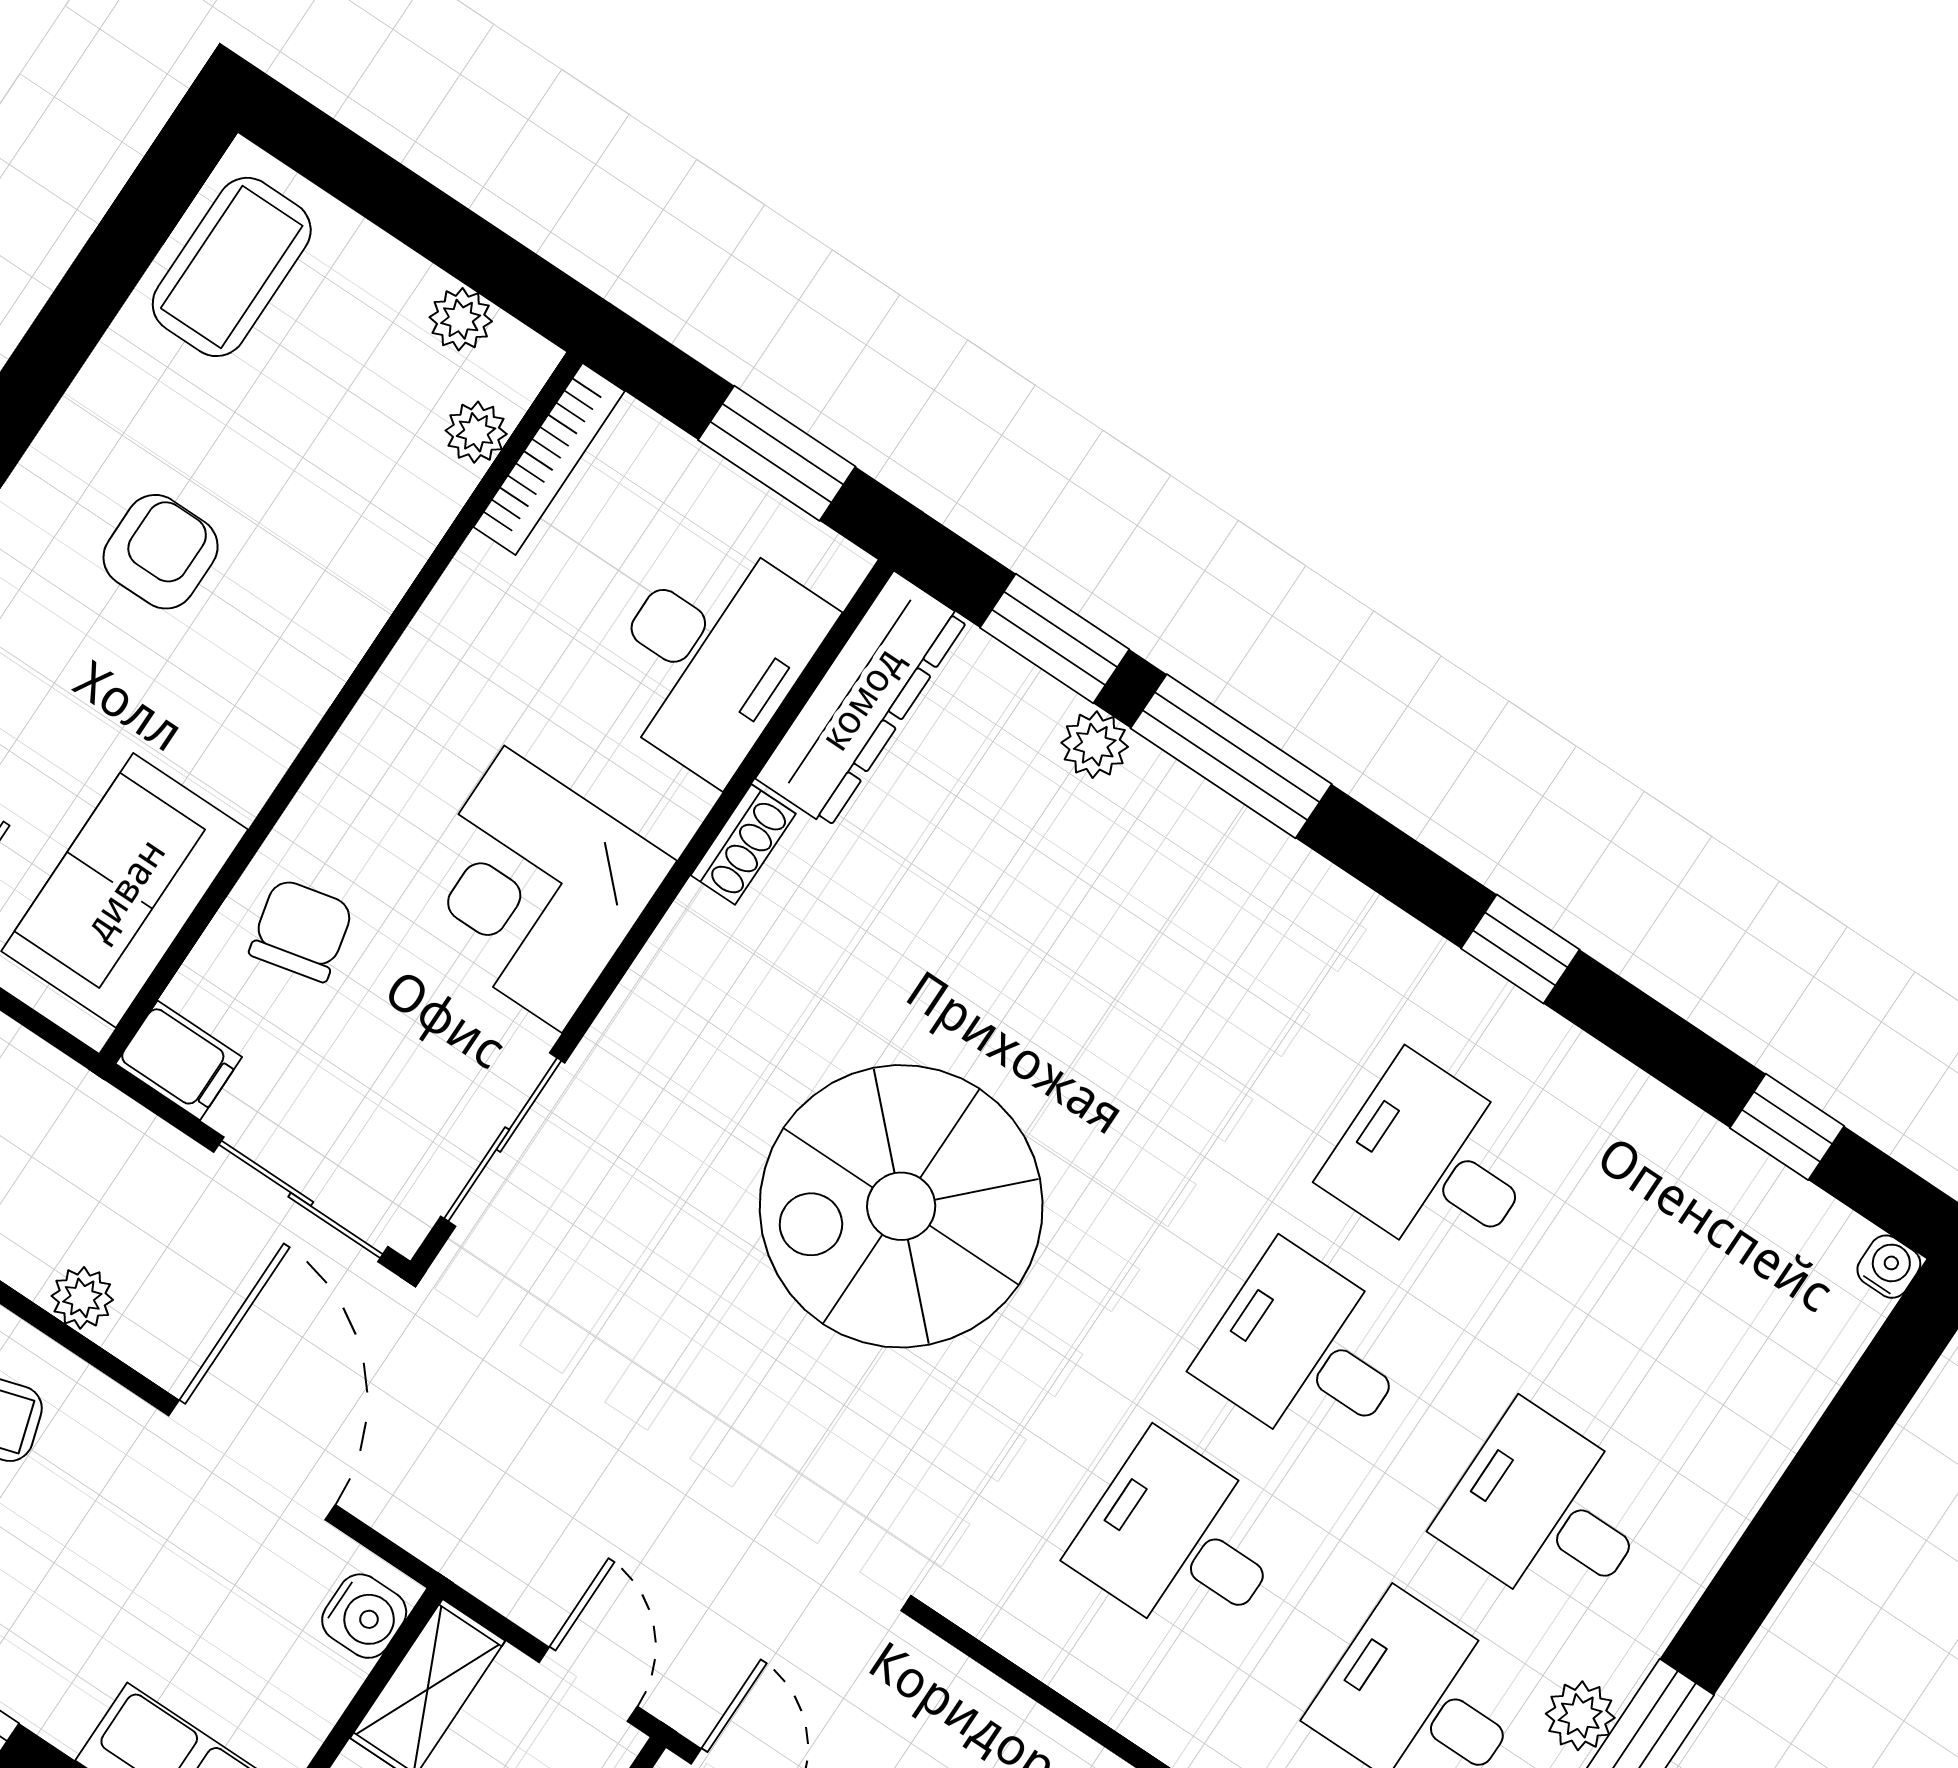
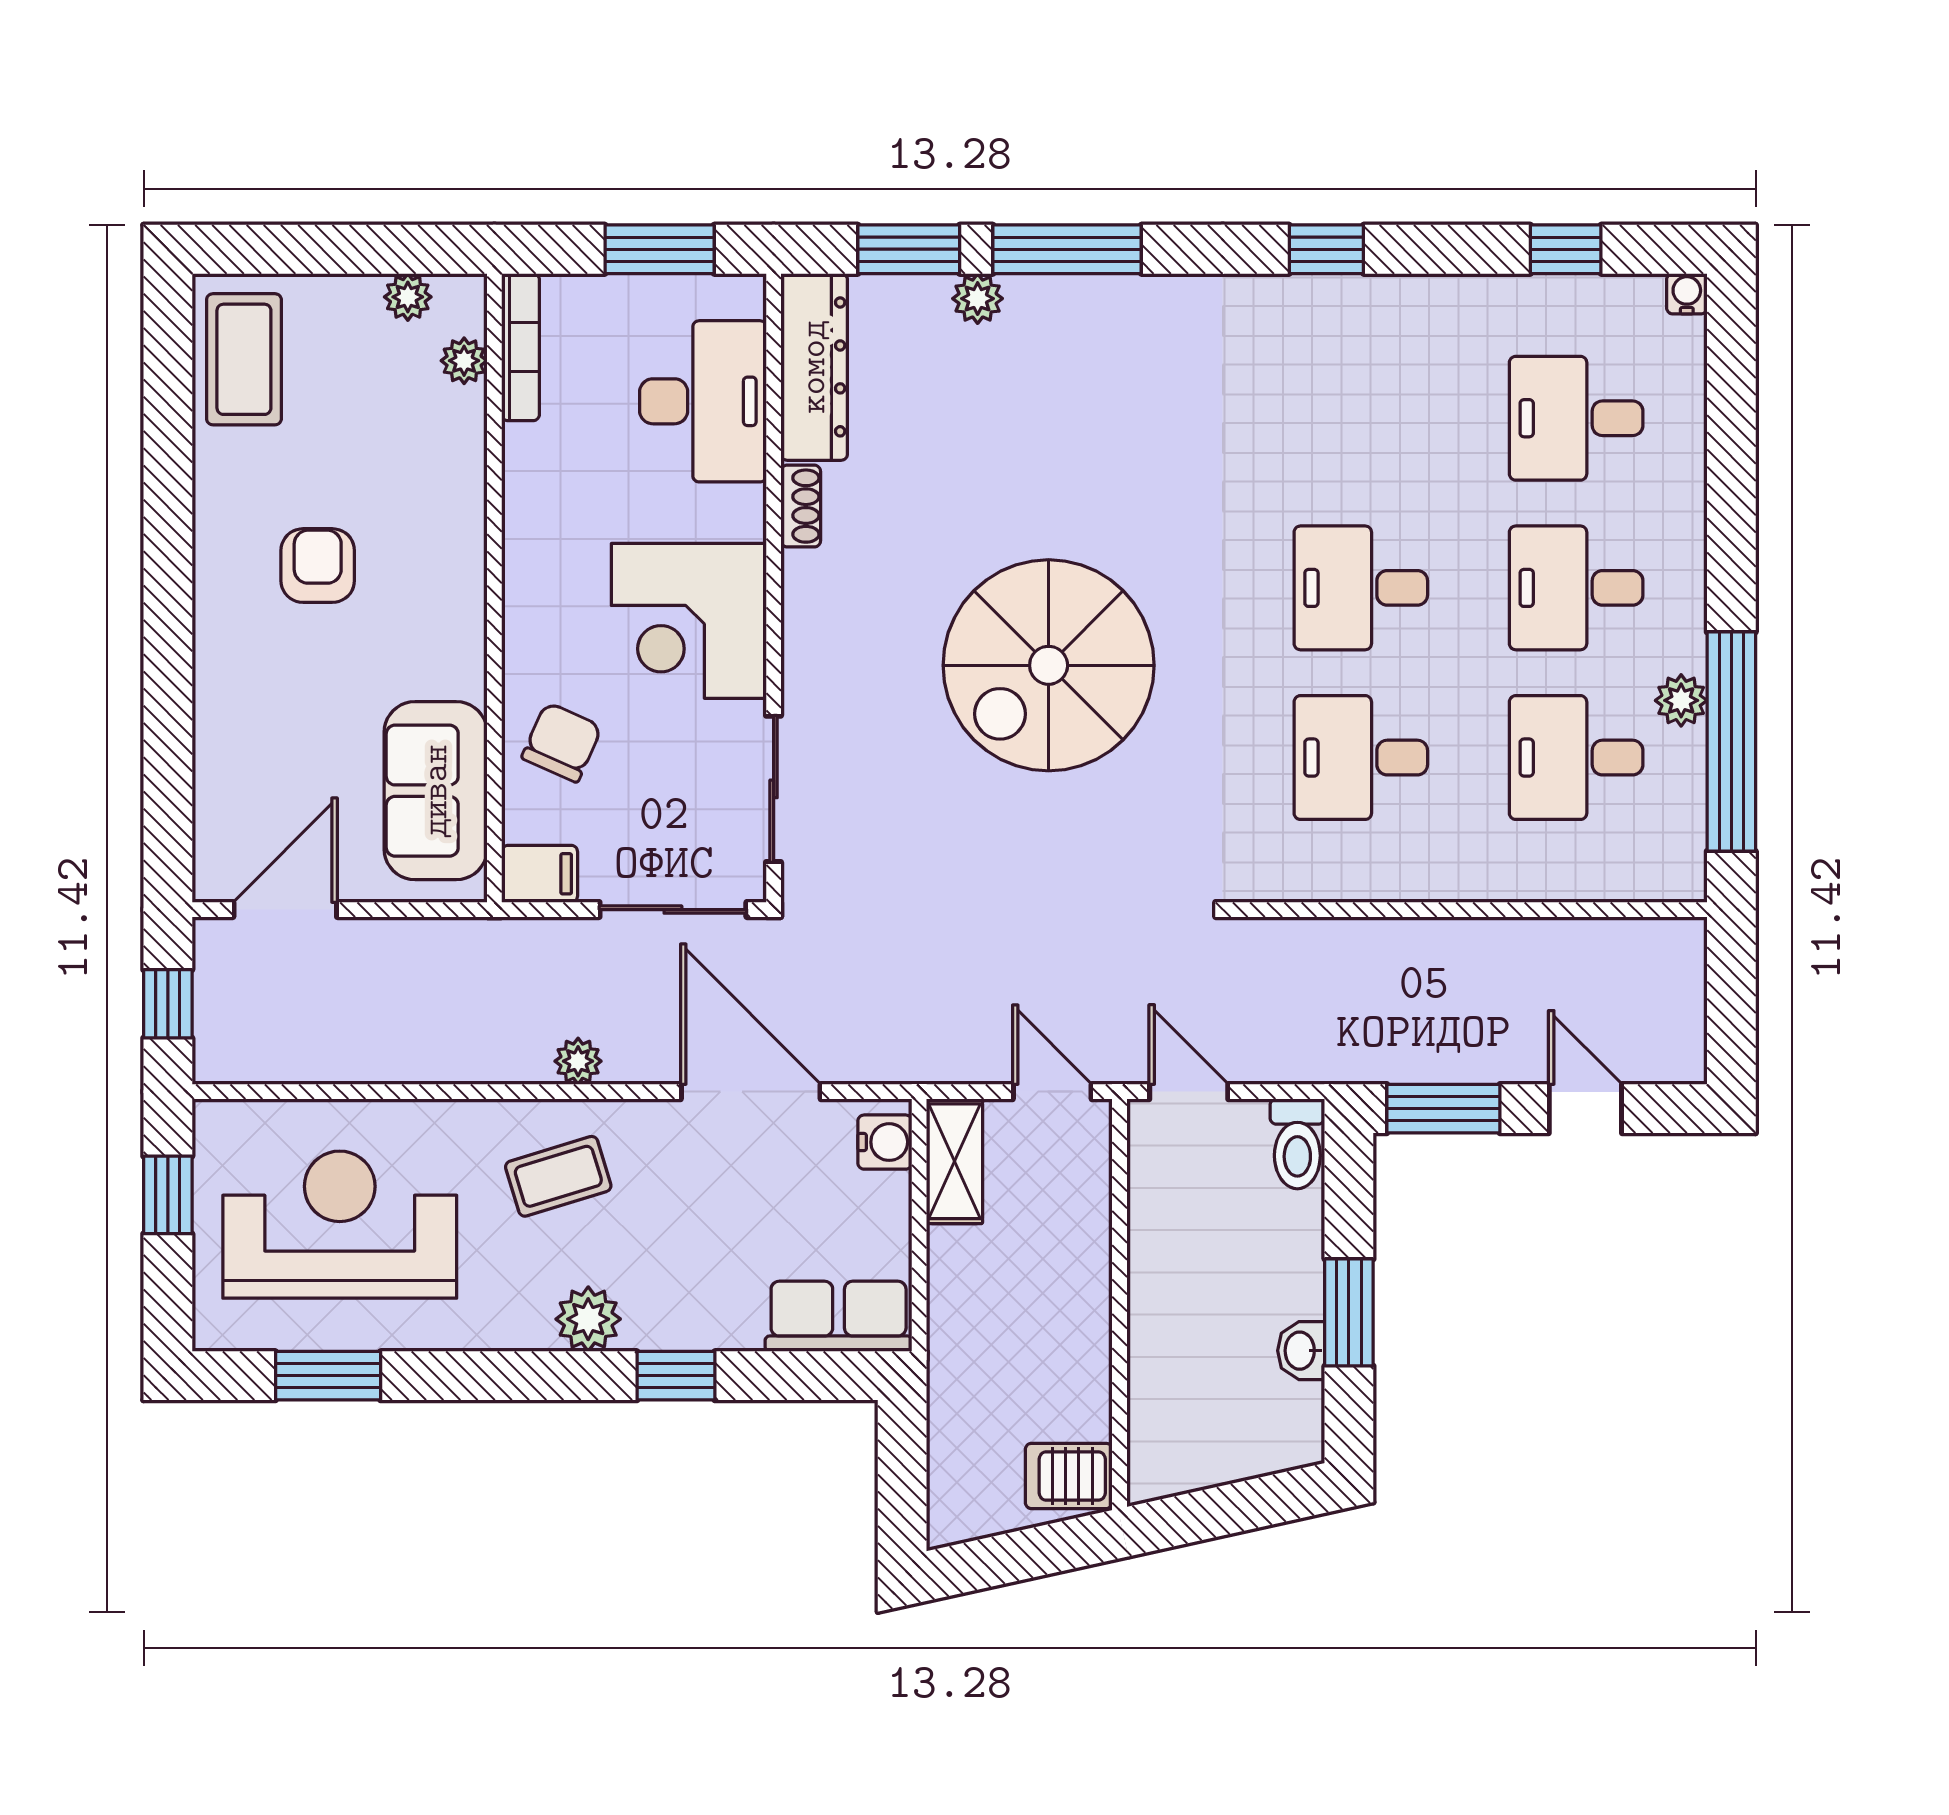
chair: (301, 930) -> (562, 742), turned 37
desk: (1433, 1163) -> (1576, 418), moved

